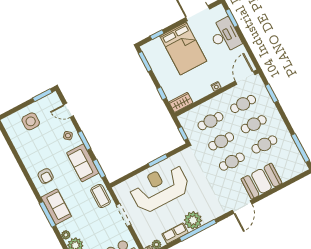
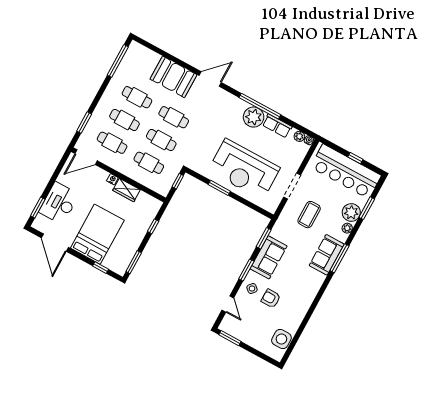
wardrobe: (181, 102) -> (127, 190), moved
side table: (31, 121) -> (281, 339), moved
armchair: (46, 176) -> (271, 298), moved, turned -90
coffee table: (101, 196) -> (309, 215), moved

